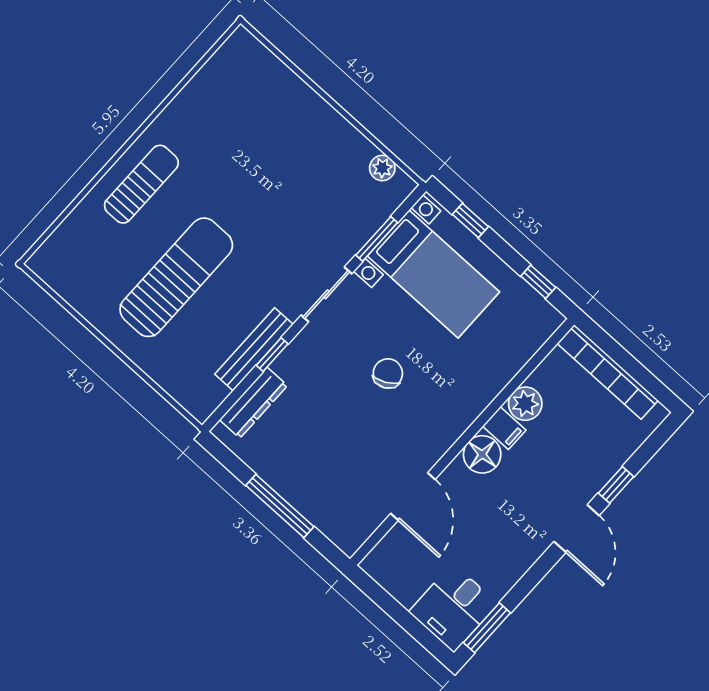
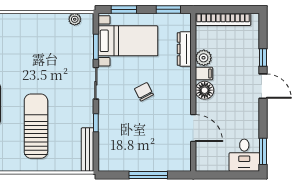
window: (470, 221) -> (124, 9), width x1.50
window: (538, 282) -> (168, 9), width x1.50
bench: (254, 349) -> (88, 150), moved
dresser: (253, 403) -> (184, 49), moved, turned 180

